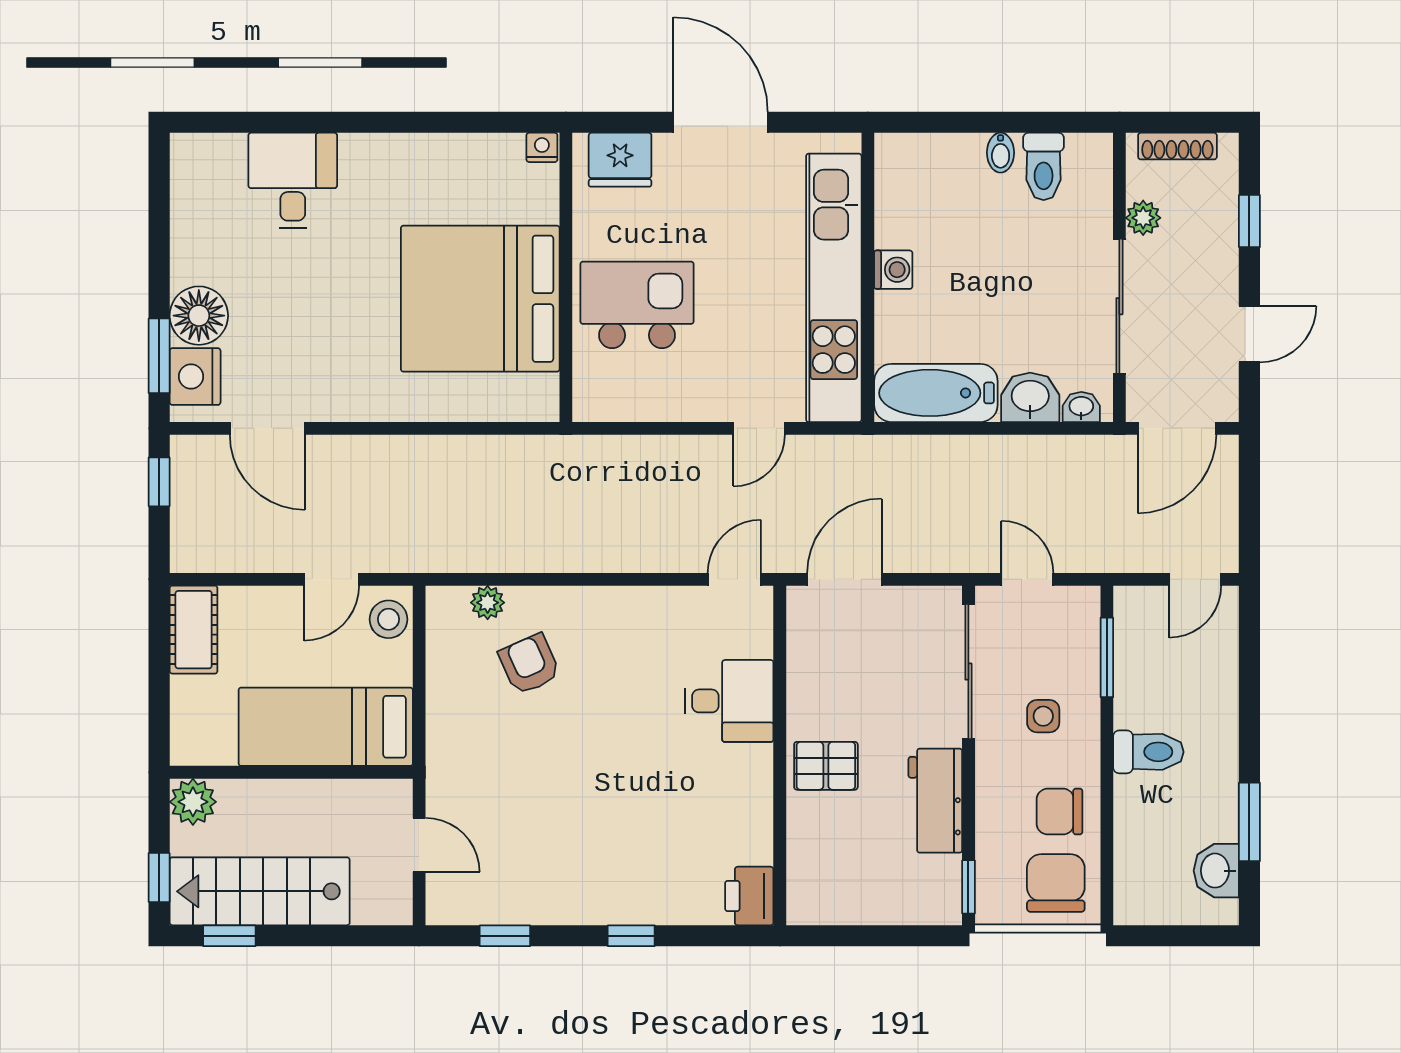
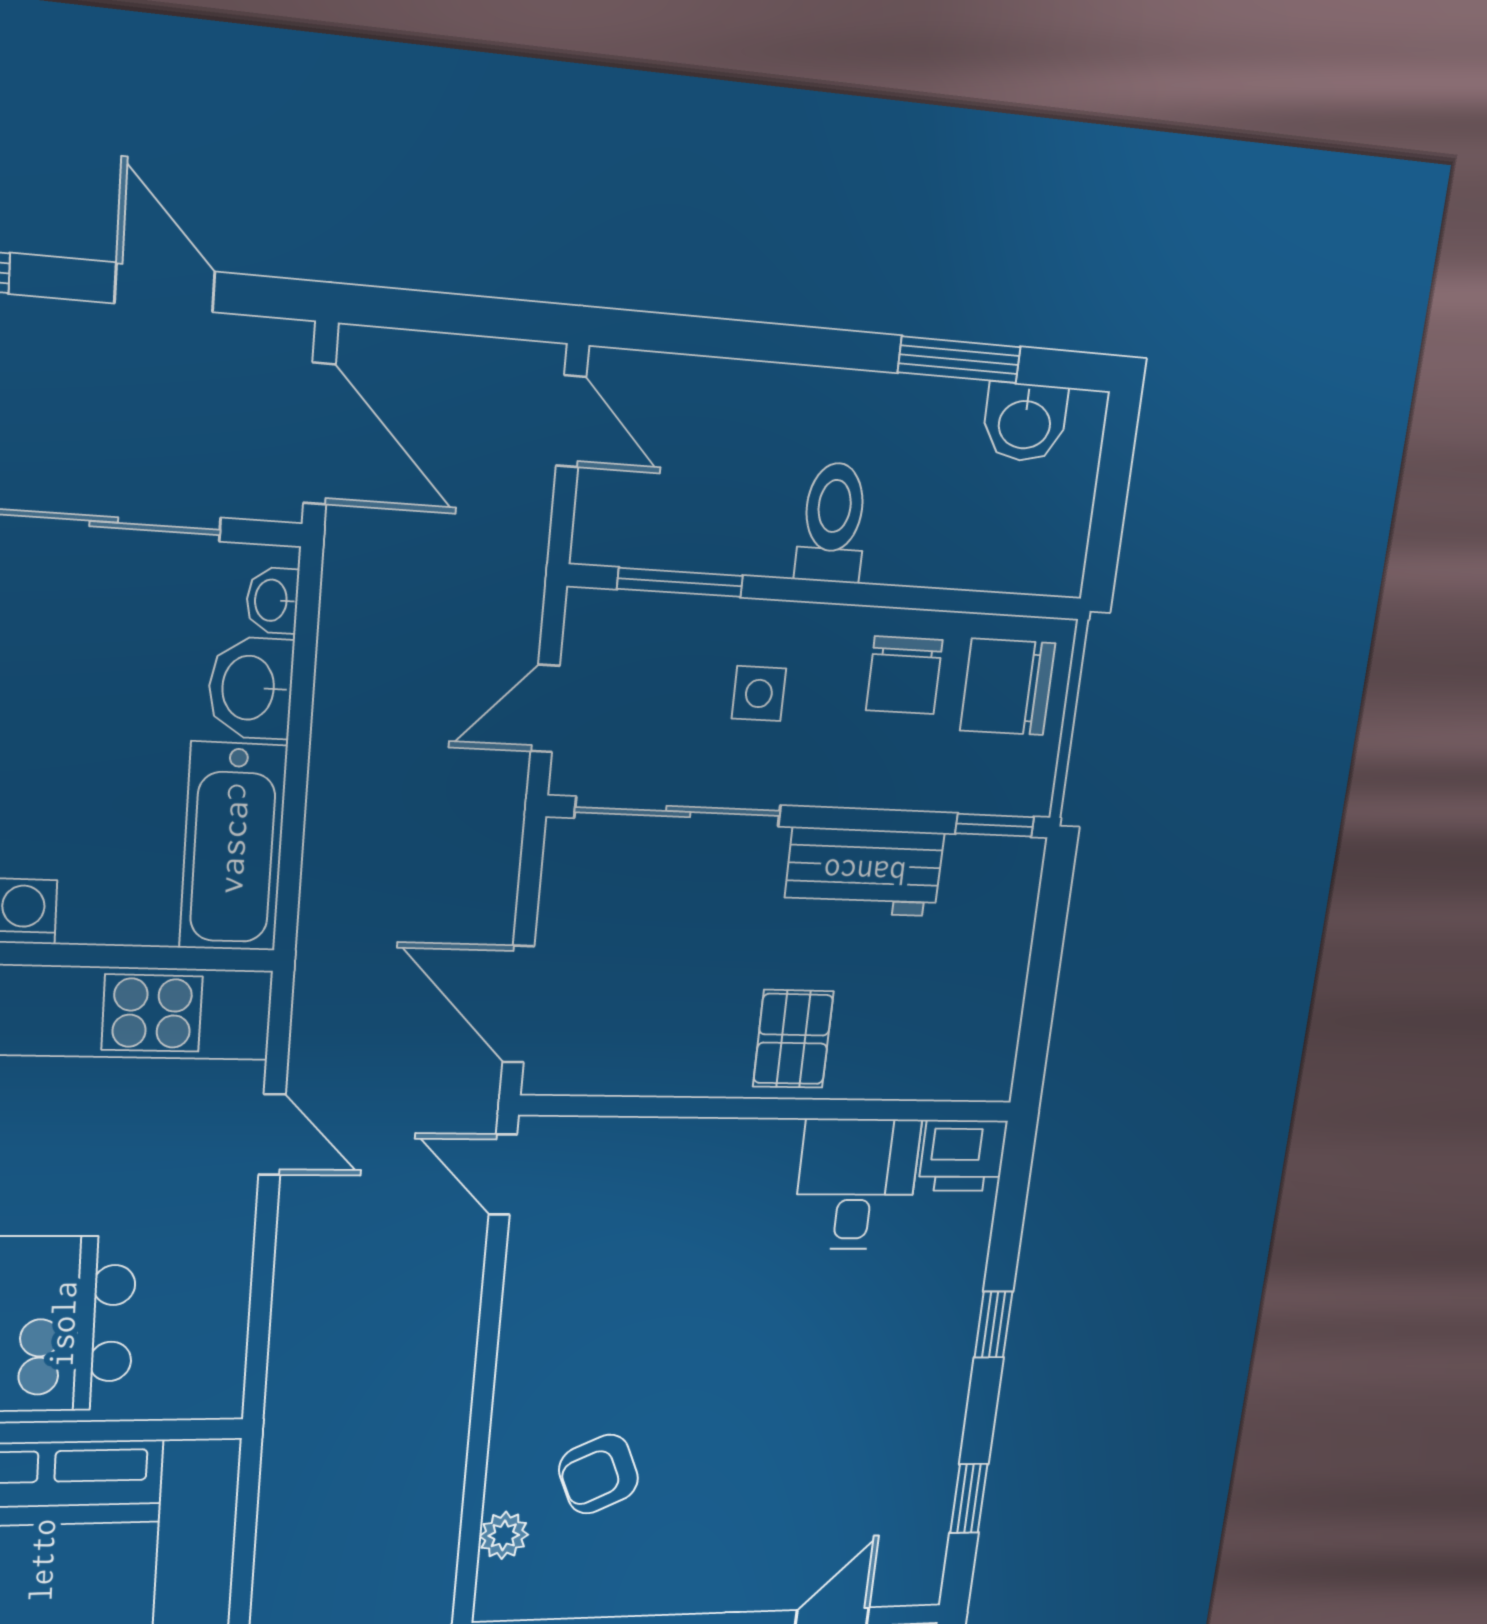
desk: (729, 701) -> (856, 1184), moved

